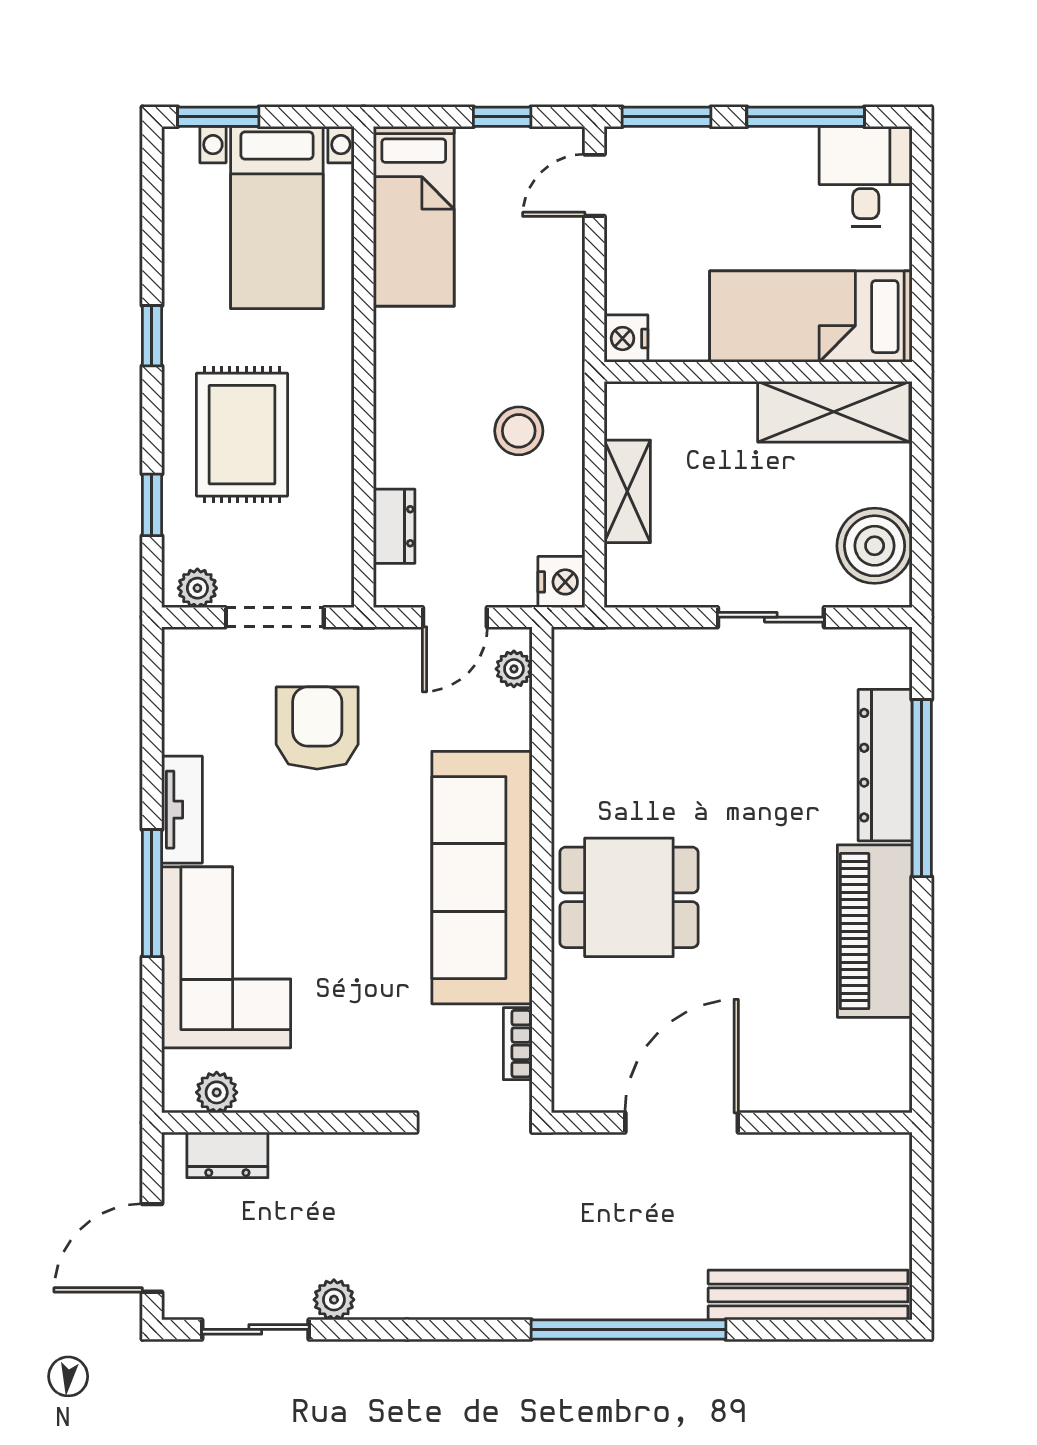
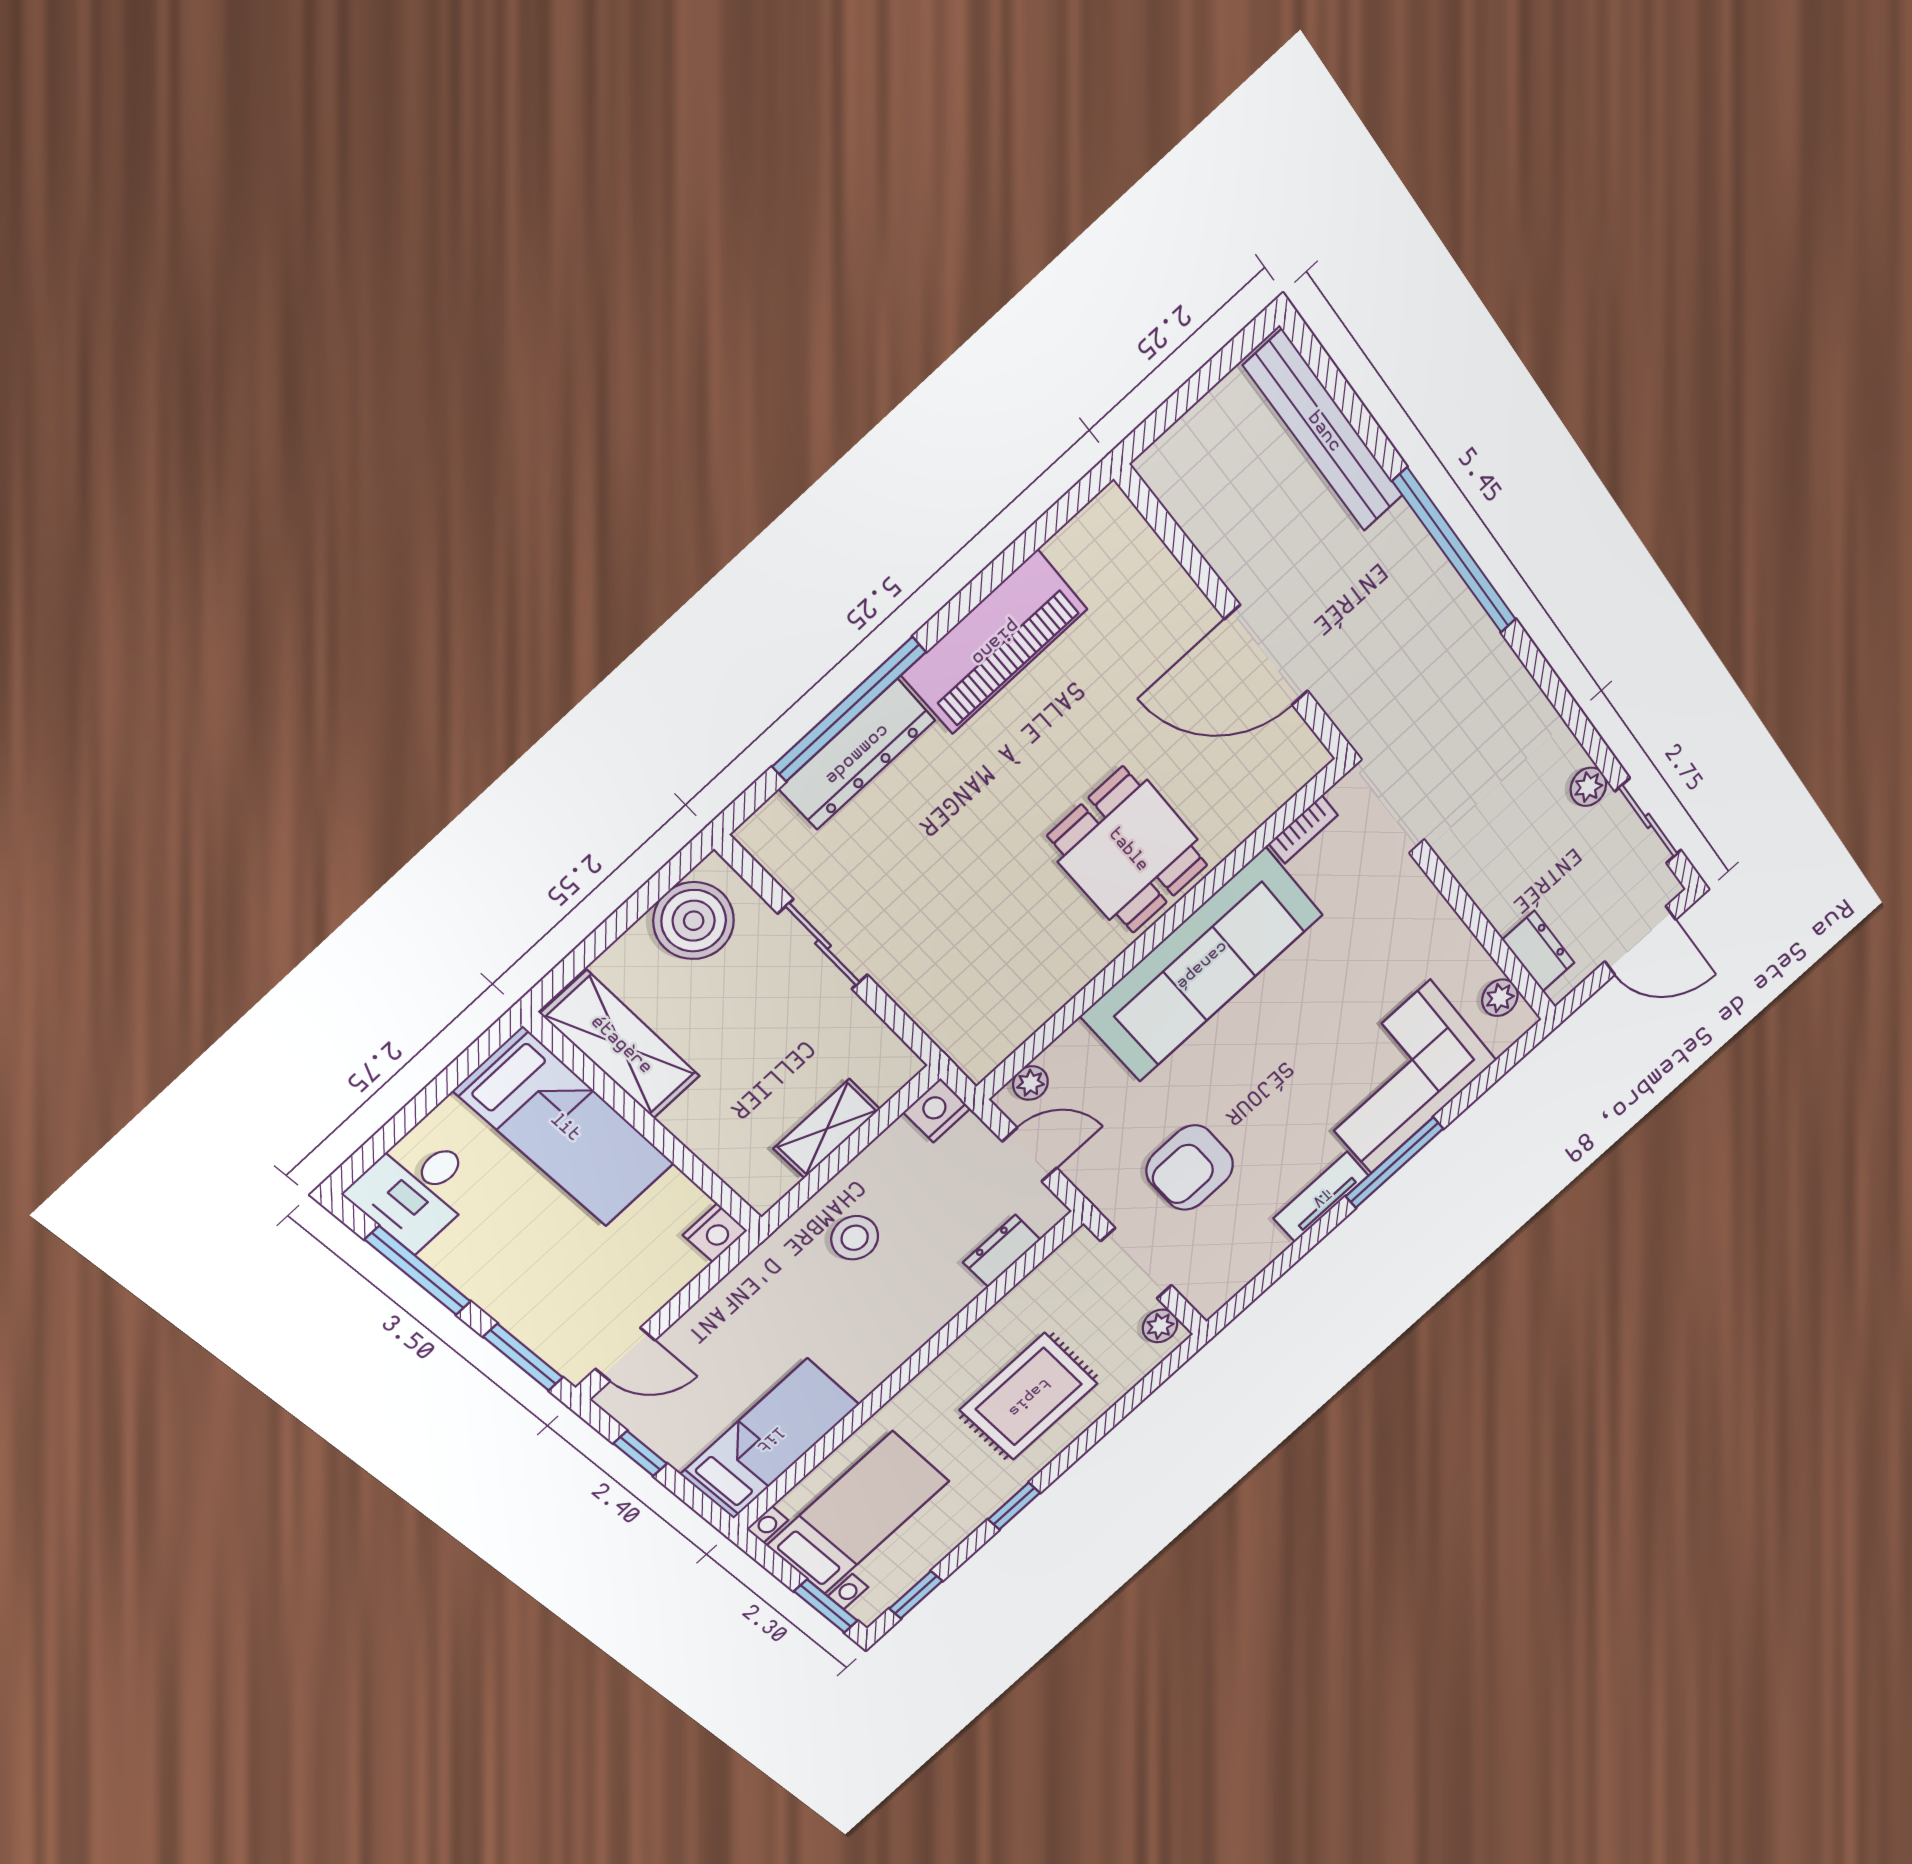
window: (152, 505) -> (916, 1595), moved

